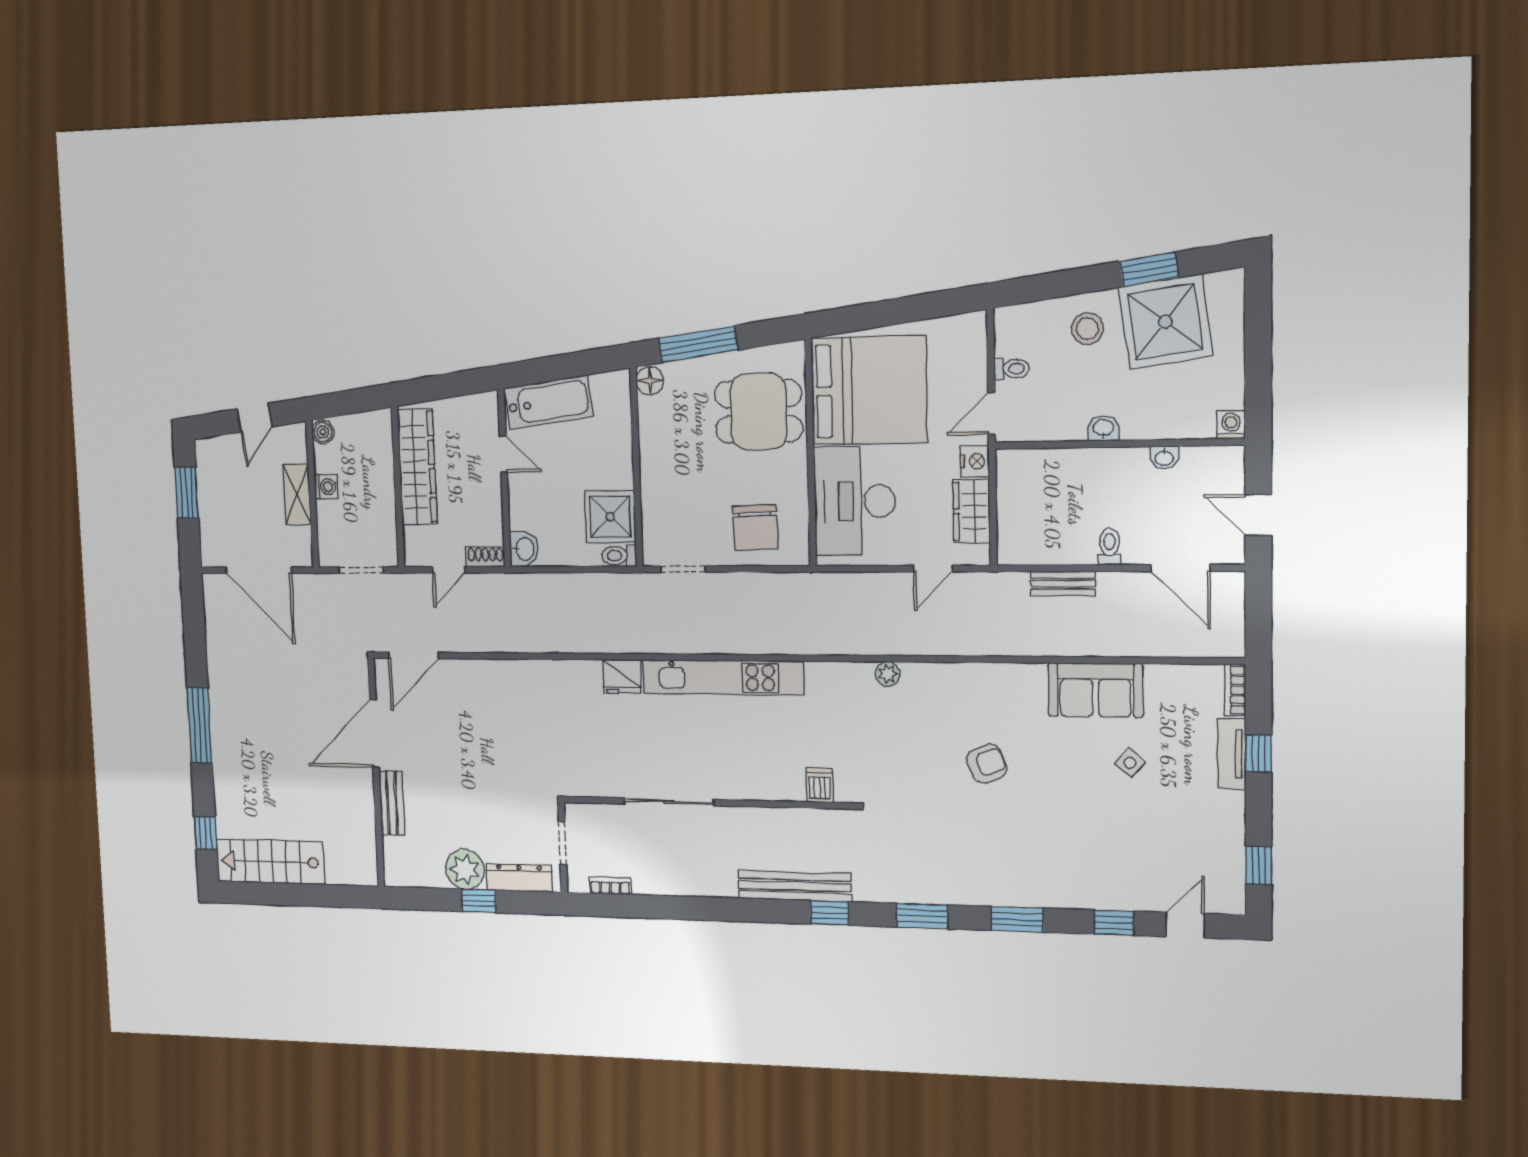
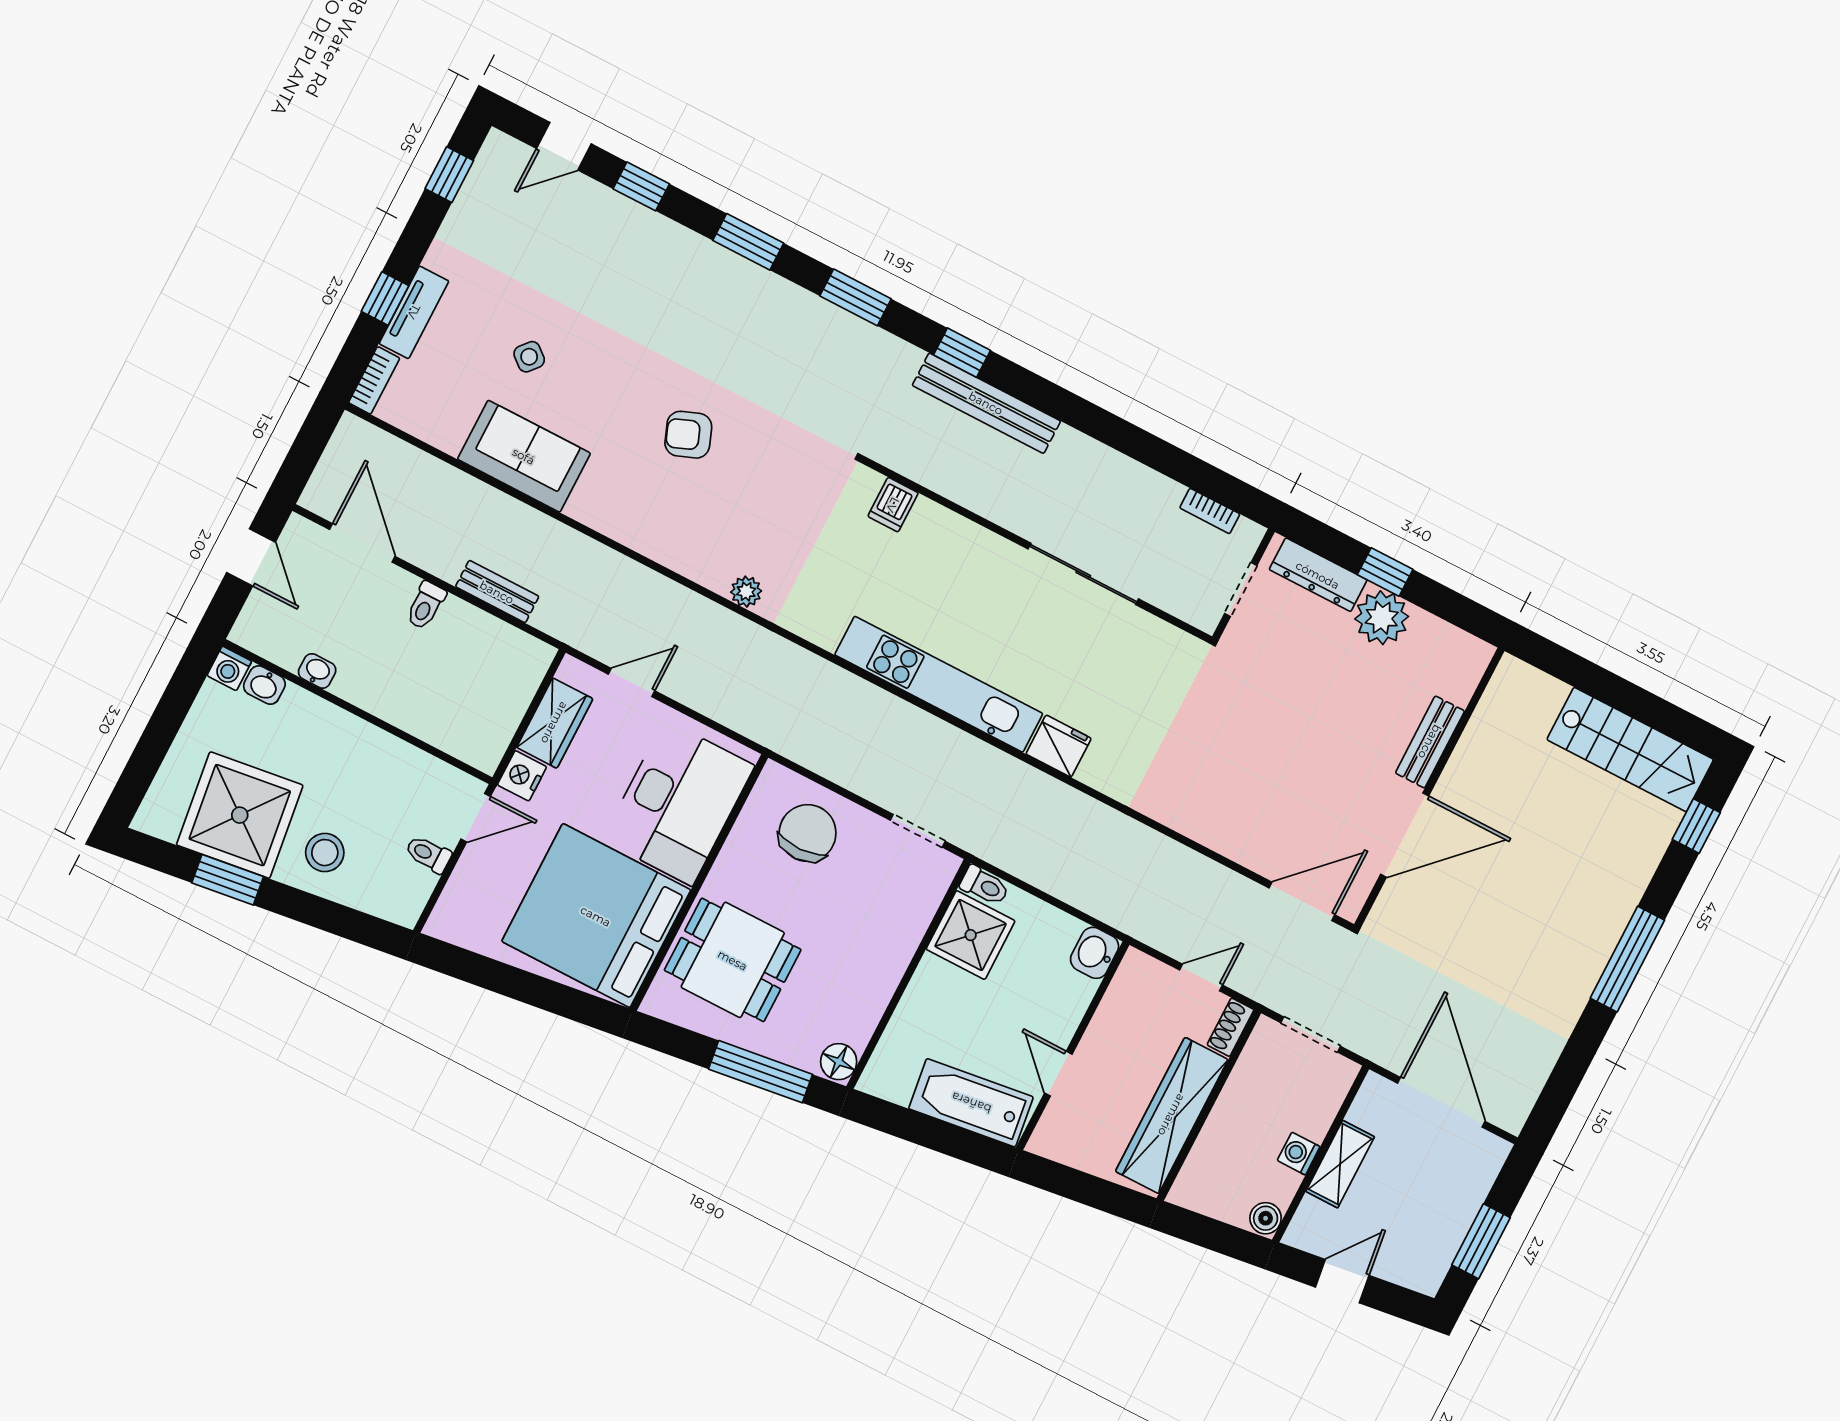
washbasin: (1103, 428) -> (264, 685), moved
shoe rack: (485, 557) -> (1231, 1027), moved, turned 90

